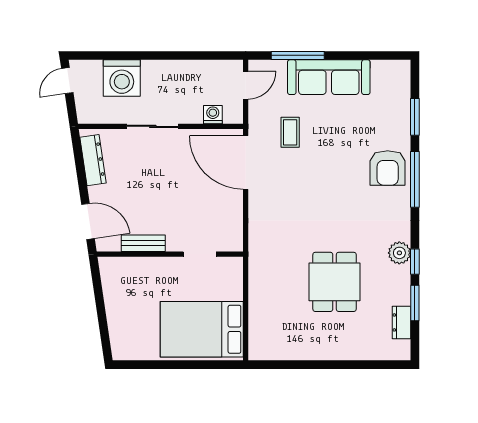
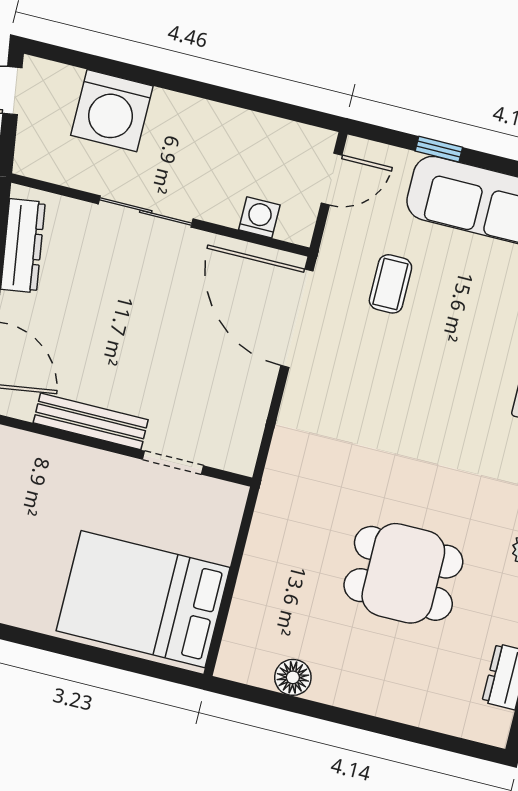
window: (298, 55) -> (439, 149), width x0.46
bench: (143, 243) -> (91, 421), width x1.36
dining table: (335, 282) -> (403, 573), turned 90
floor lamp: (290, 351) -> (293, 677), added

